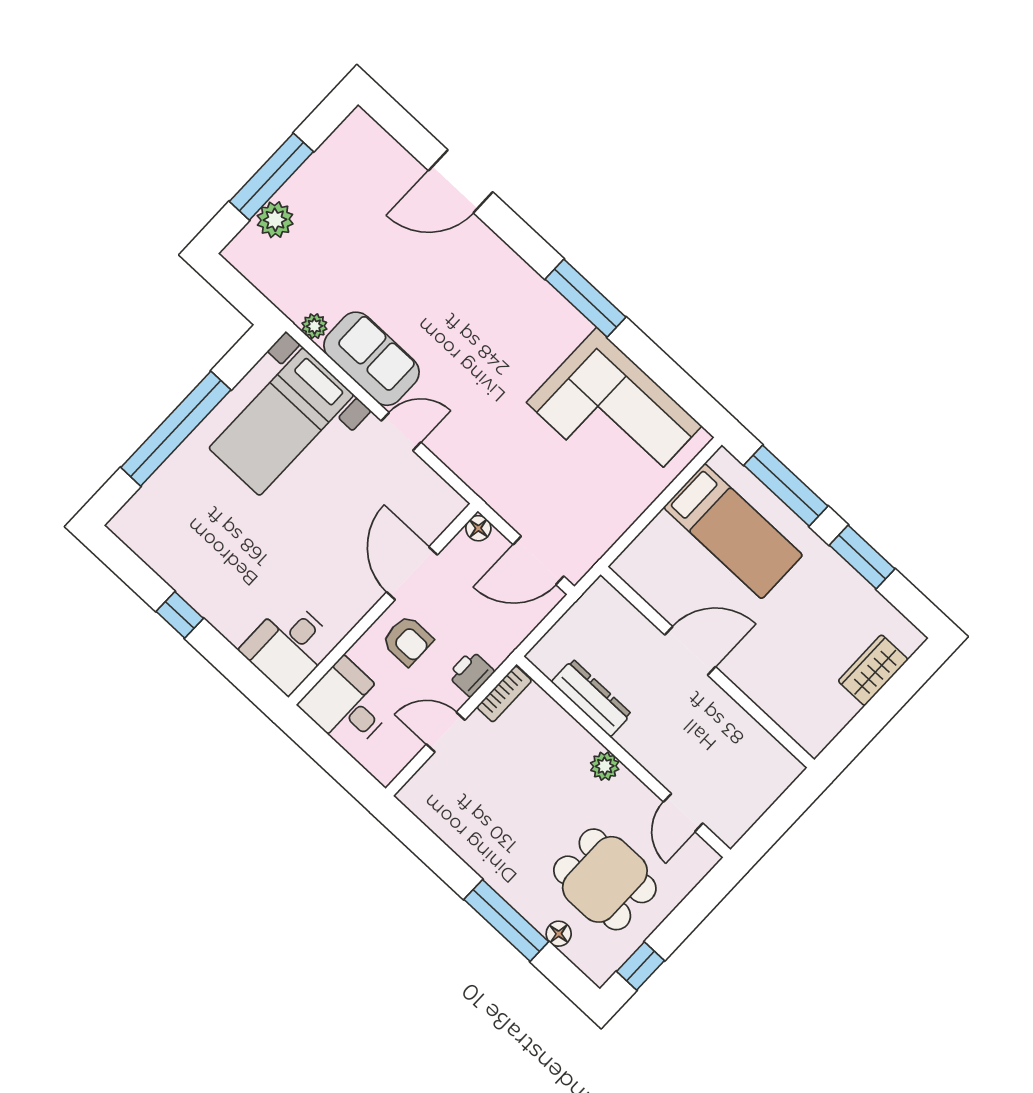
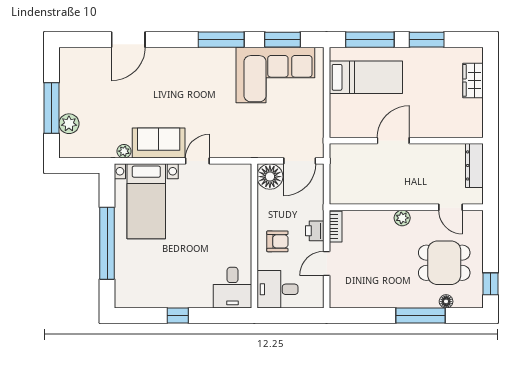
window: (668, 376) -> (283, 40), added
floor lamp: (478, 528) -> (270, 177), width x1.89, depth x1.89
door: (412, 573) -> (254, 213), removed
dresser: (591, 698) -> (474, 165), moved, turned -90

